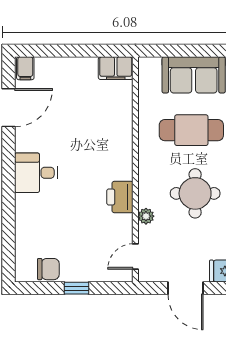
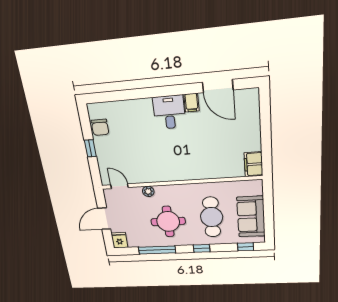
filing cabinet: (25, 68) -> (192, 103), moved, turned -90
printer: (120, 197) -> (159, 173), removed

